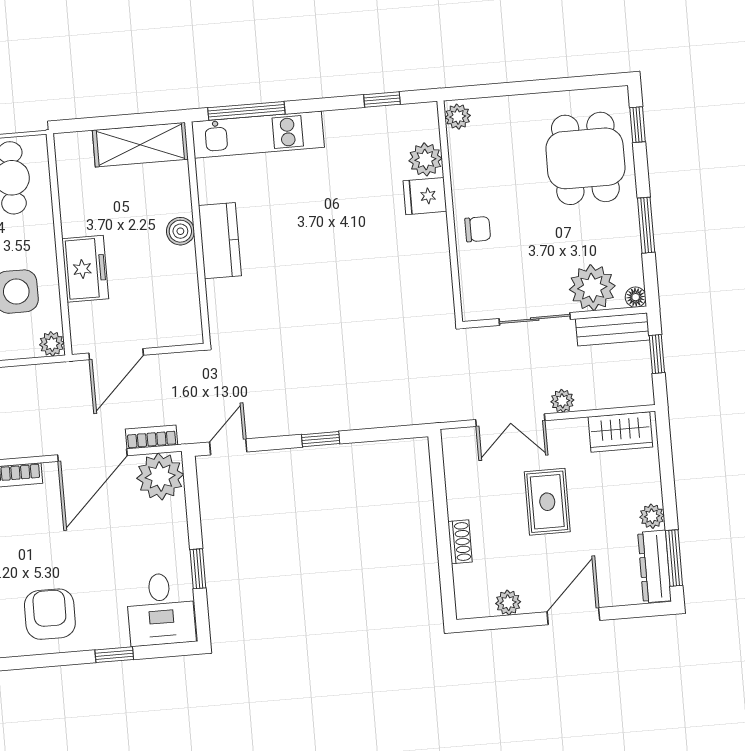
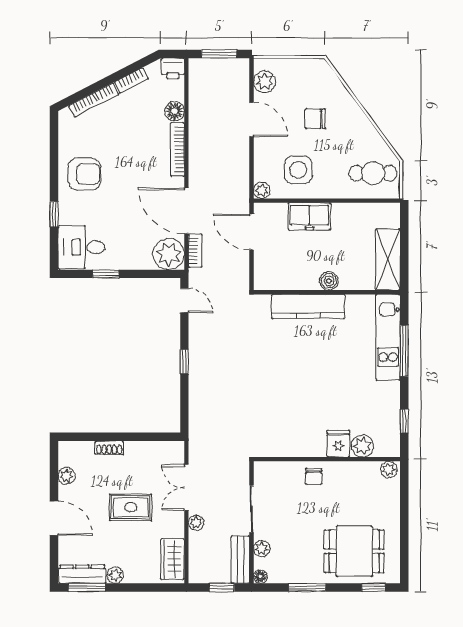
window: (246, 111) -> (404, 351), moved
kitchen counter: (220, 241) -> (308, 306), width x1.50
plant: (592, 288) -> (262, 549), width x0.53, depth x0.53

